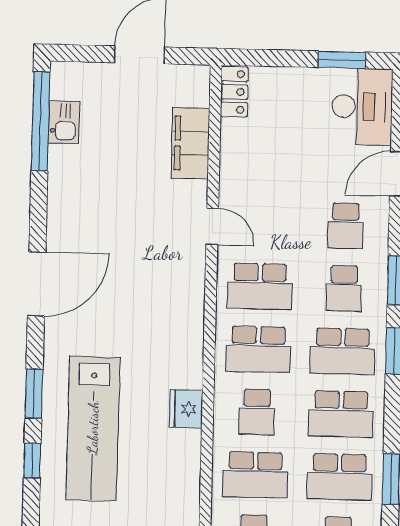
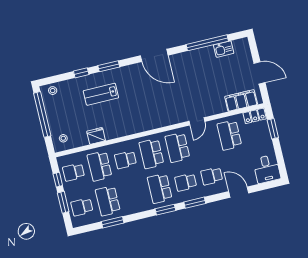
window: (342, 60) -> (273, 129), moved
desk: (362, 106) -> (267, 169), width x0.73
window: (41, 121) -> (207, 43), moved
filing cabinet: (190, 143) -> (241, 100), moved
fridge: (186, 409) -> (96, 136), moved
school desk: (341, 414) -> (229, 135), moved
lab bench: (93, 428) -> (101, 94), width x0.54, depth x0.72

